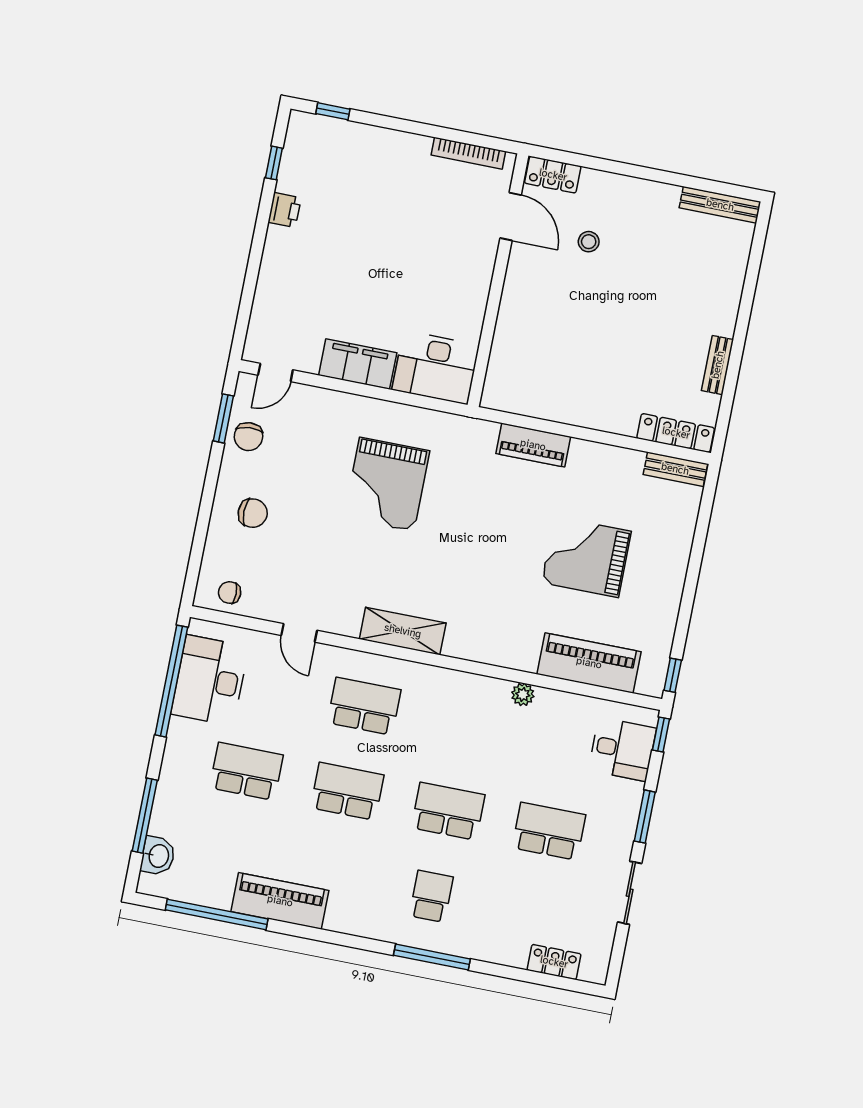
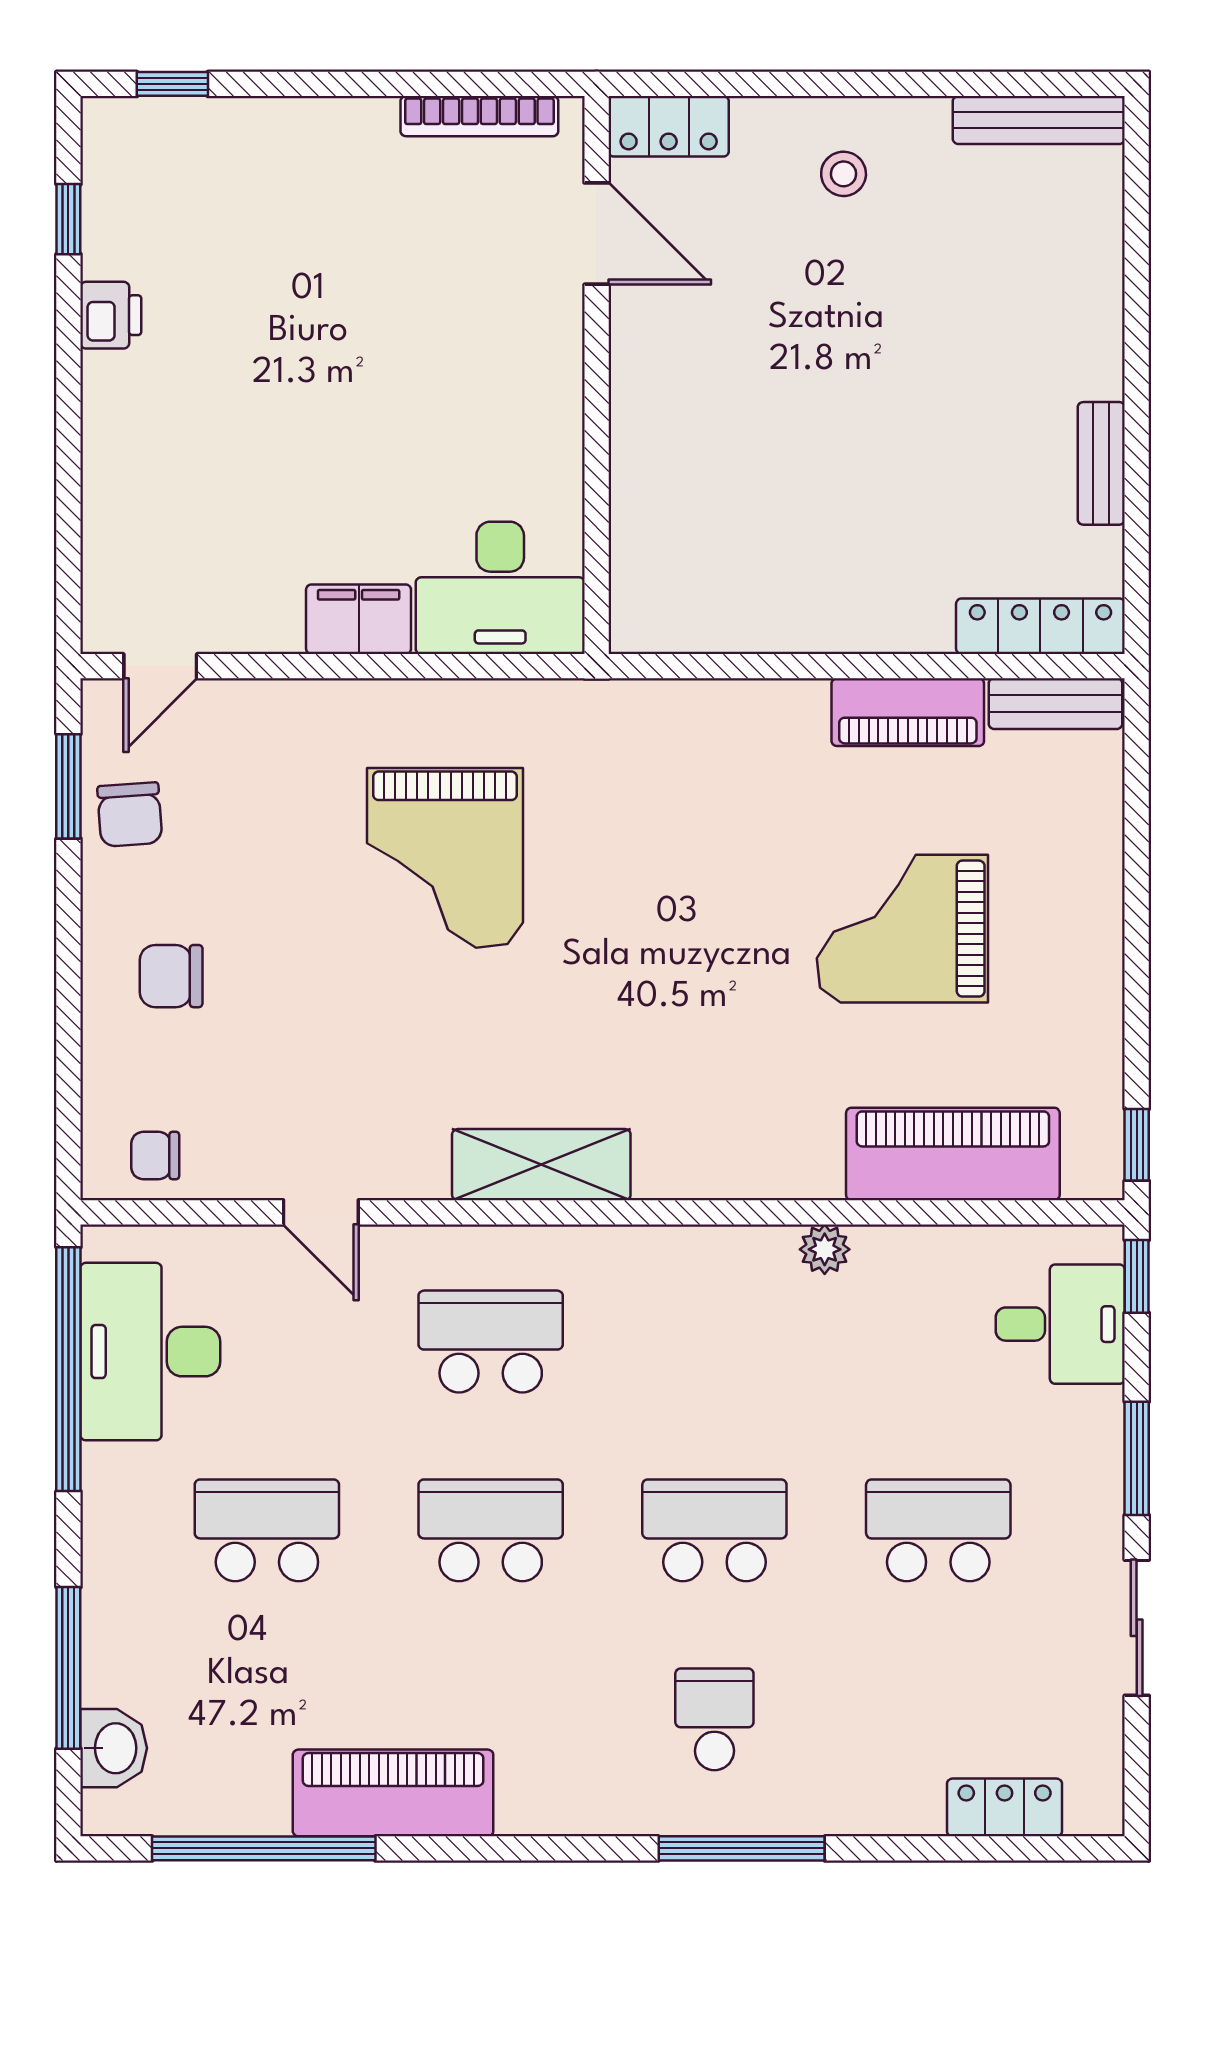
stool: (589, 242) -> (844, 174), moved
filing cabinet: (358, 364) -> (359, 619), width x0.67, depth x0.86
piano: (533, 445) -> (908, 712), moved
chair: (253, 513) -> (171, 976), turned 180

